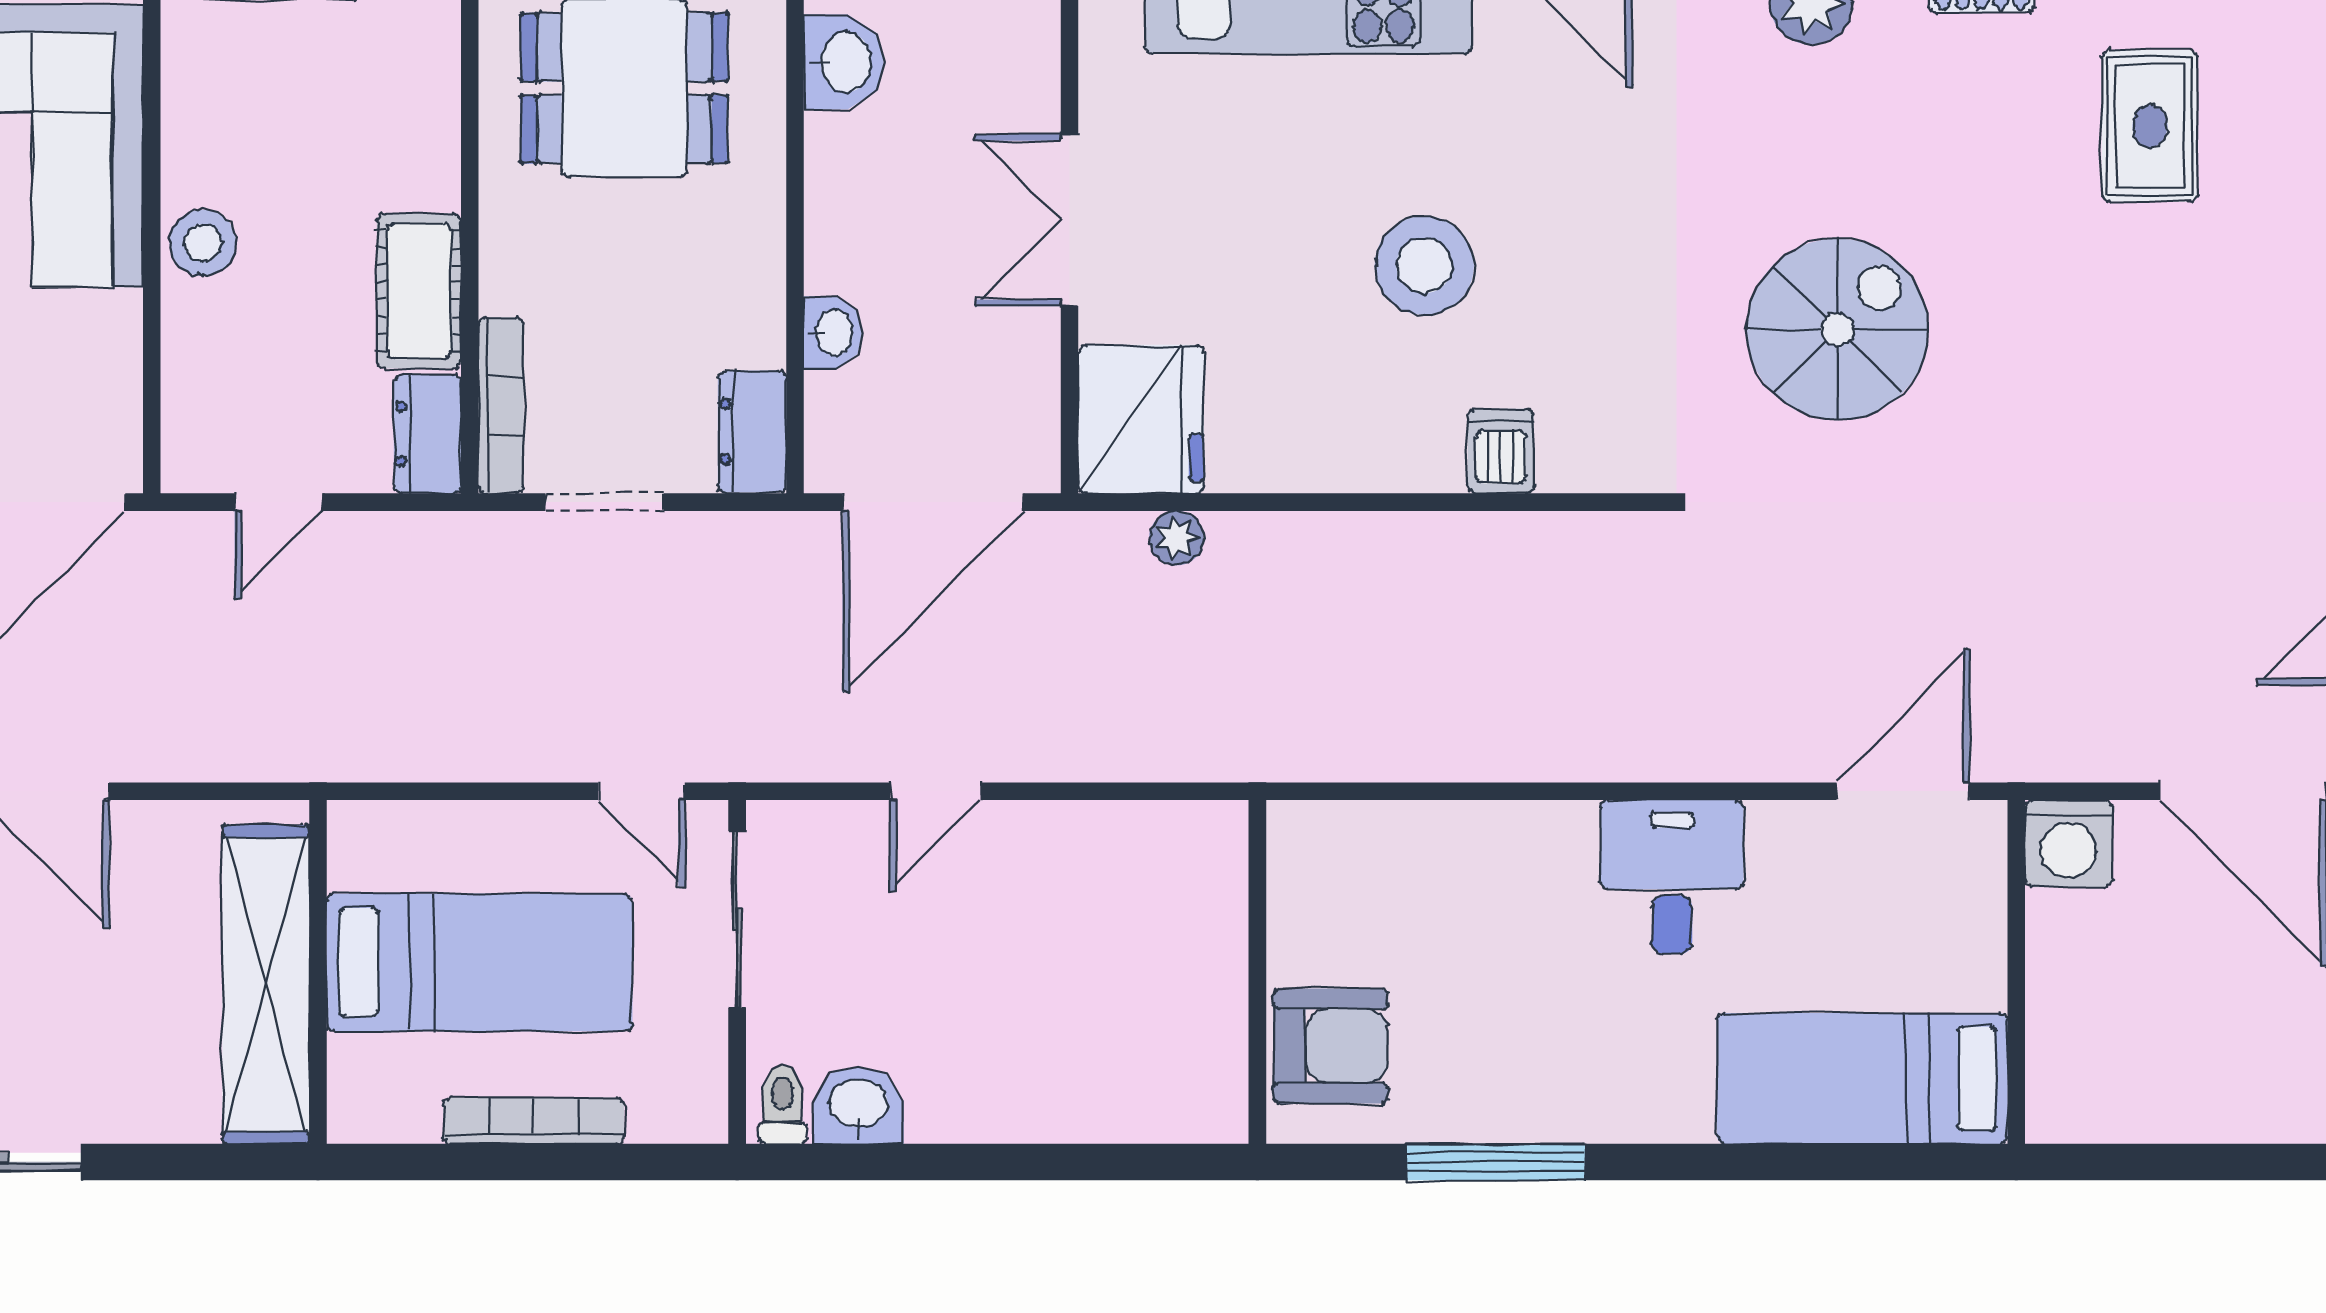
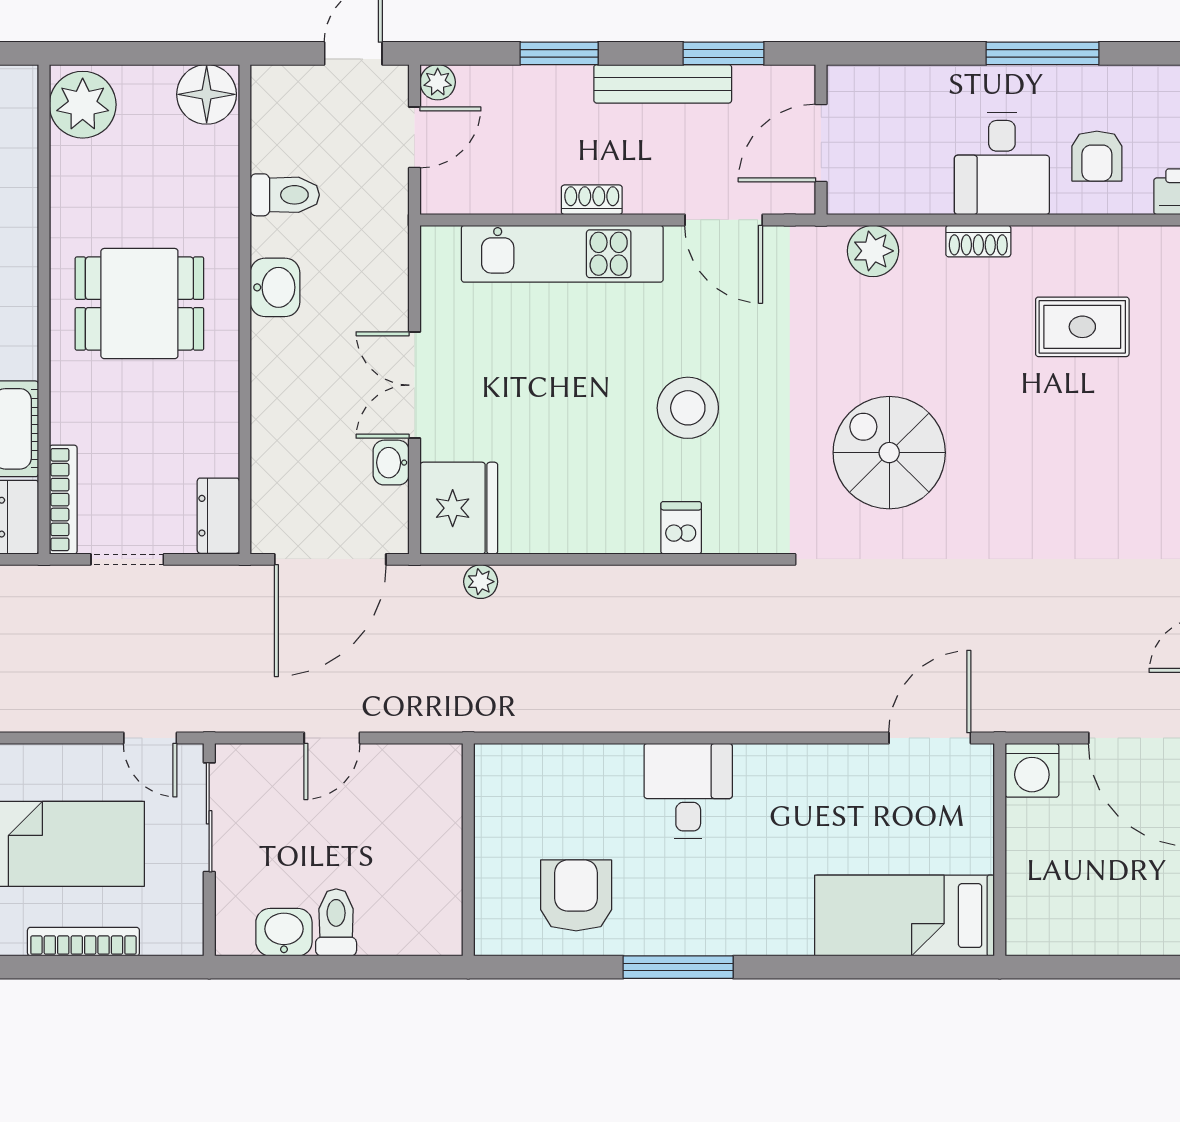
rug: (2150, 126) -> (1082, 327), turned 90
stool: (1424, 266) -> (688, 408), moved
spiral stairs: (1837, 329) -> (889, 453), turned -90
washbasin: (833, 332) -> (391, 463), moved, turned 180
desk: (1672, 877) -> (688, 791), moved
wall: (1257, 972) -> (468, 850), moved
armchair: (1331, 1046) -> (576, 895), turned -90
toilet: (783, 1105) -> (336, 922), moved, width x1.37, depth x1.39

